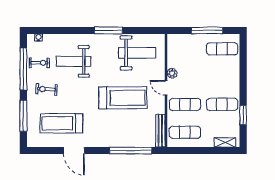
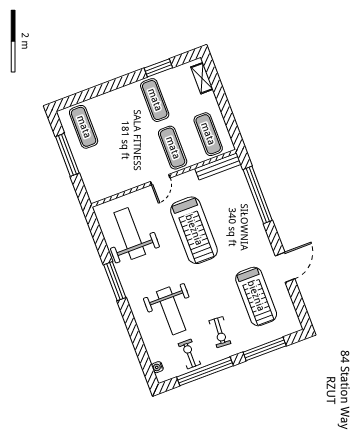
plant: (172, 73) -> (139, 179), removed
treadmill: (123, 98) -> (194, 230), turned 180

